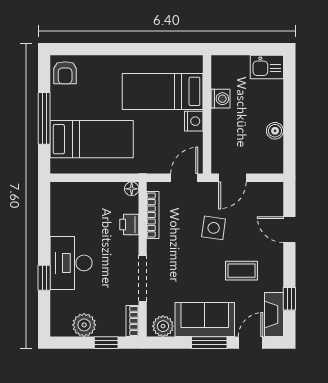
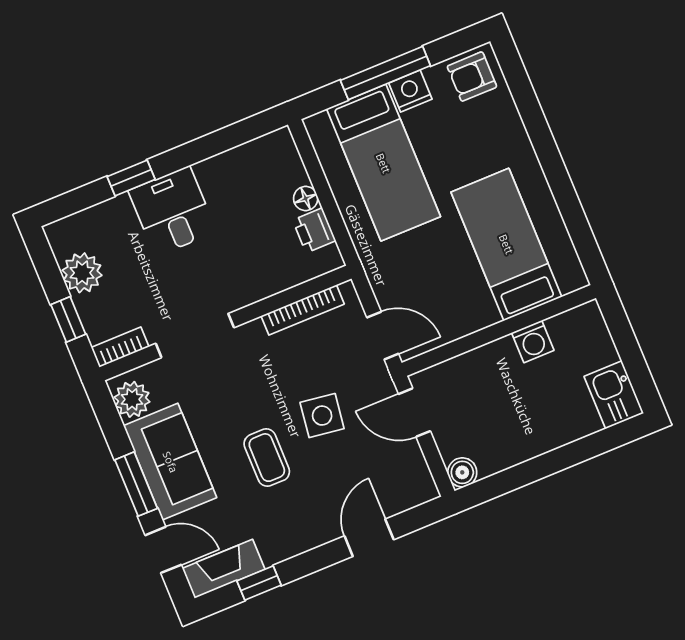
nightstand: (194, 121) -> (410, 91), moved, turned 180
boiler: (275, 131) -> (462, 472), moved
floor lamp: (132, 189) -> (306, 199), moved
printer: (129, 225) -> (314, 230), moved, turned -90
desk: (71, 263) -> (172, 211), width x0.73
coffee table: (242, 271) -> (267, 458), moved

